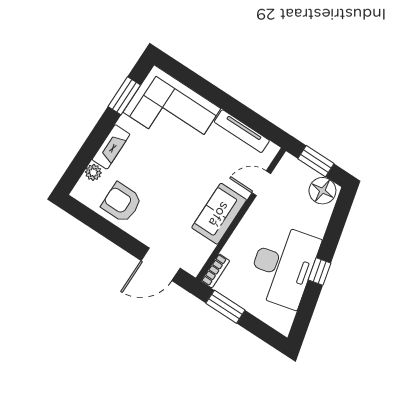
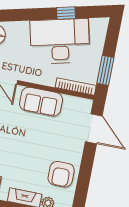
bookcase: (215, 271) -> (76, 86), width x1.56
window: (320, 272) -> (66, 13), moved

